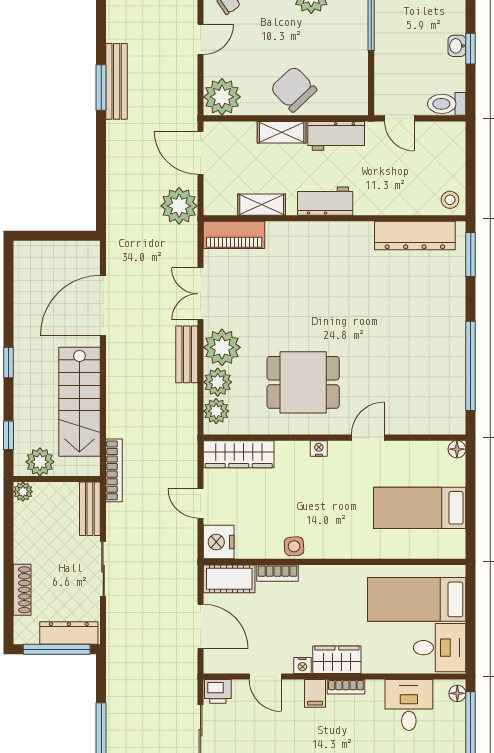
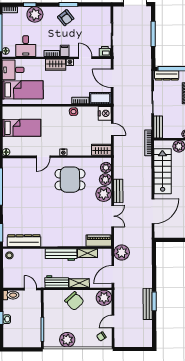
door: (201, 153) -> (113, 275), swing flipped
workbench: (325, 201) -> (61, 255), width x1.38
wardrobe: (239, 454) -> (101, 150), width x0.67

